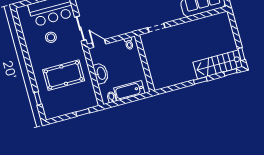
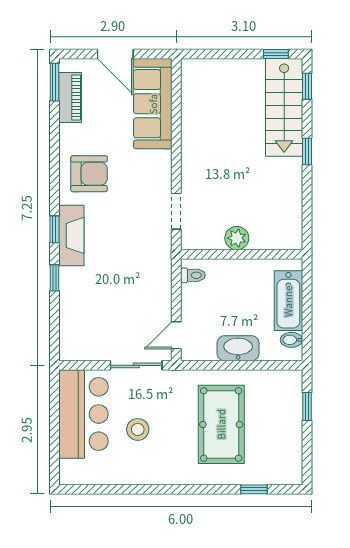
plant: (152, 59) -> (237, 238), added

